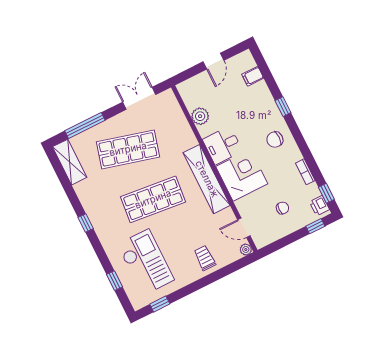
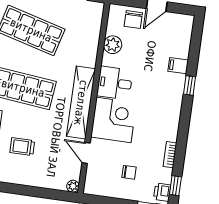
filing cabinet: (253, 76) -> (178, 66), moved
chair: (275, 140) -> (133, 20), moved, turned -90
door: (244, 228) -> (86, 153), moved
trolley: (205, 258) -> (22, 147), moved, turned -90

